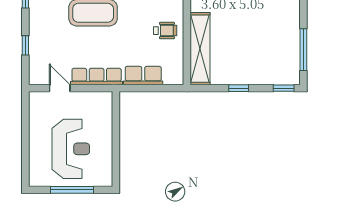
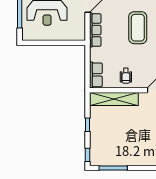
row of seats: (143, 76) -> (96, 75), moved

